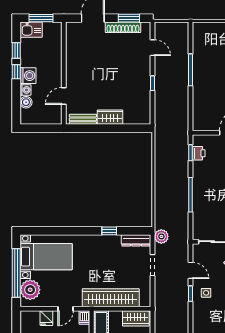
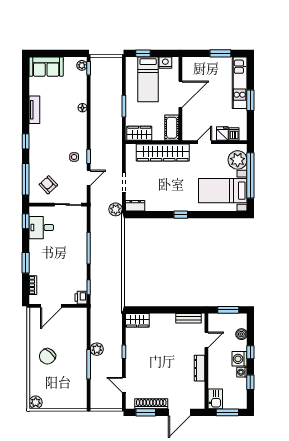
kitchen sink: (31, 30) -> (215, 399), moved, turned 90
dresser: (71, 66) -> (199, 368), added
window: (16, 72) -> (250, 352), moved
plant: (182, 86) -> (97, 349), added
washing machine: (25, 90) -> (242, 372), moved
wardrobe: (110, 117) -> (137, 320), moved
window: (40, 128) -> (228, 310), added
printer: (199, 153) -> (81, 298), moved
window: (109, 231) -> (181, 215), moved
dresser: (136, 240) -> (135, 206), width x0.70
door: (190, 270) -> (89, 178), swing flipped
dishwasher: (84, 318) -> (234, 134), moved

